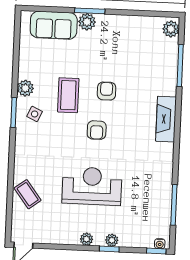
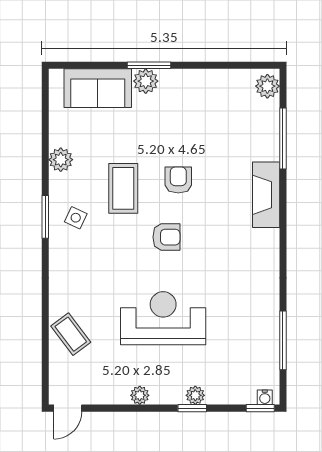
plant: (25, 88) -> (61, 160), moved
fireplace: (166, 119) -> (266, 195), moved
armchair: (97, 130) -> (166, 237), turned -90
plant: (87, 239) -> (140, 395), moved

